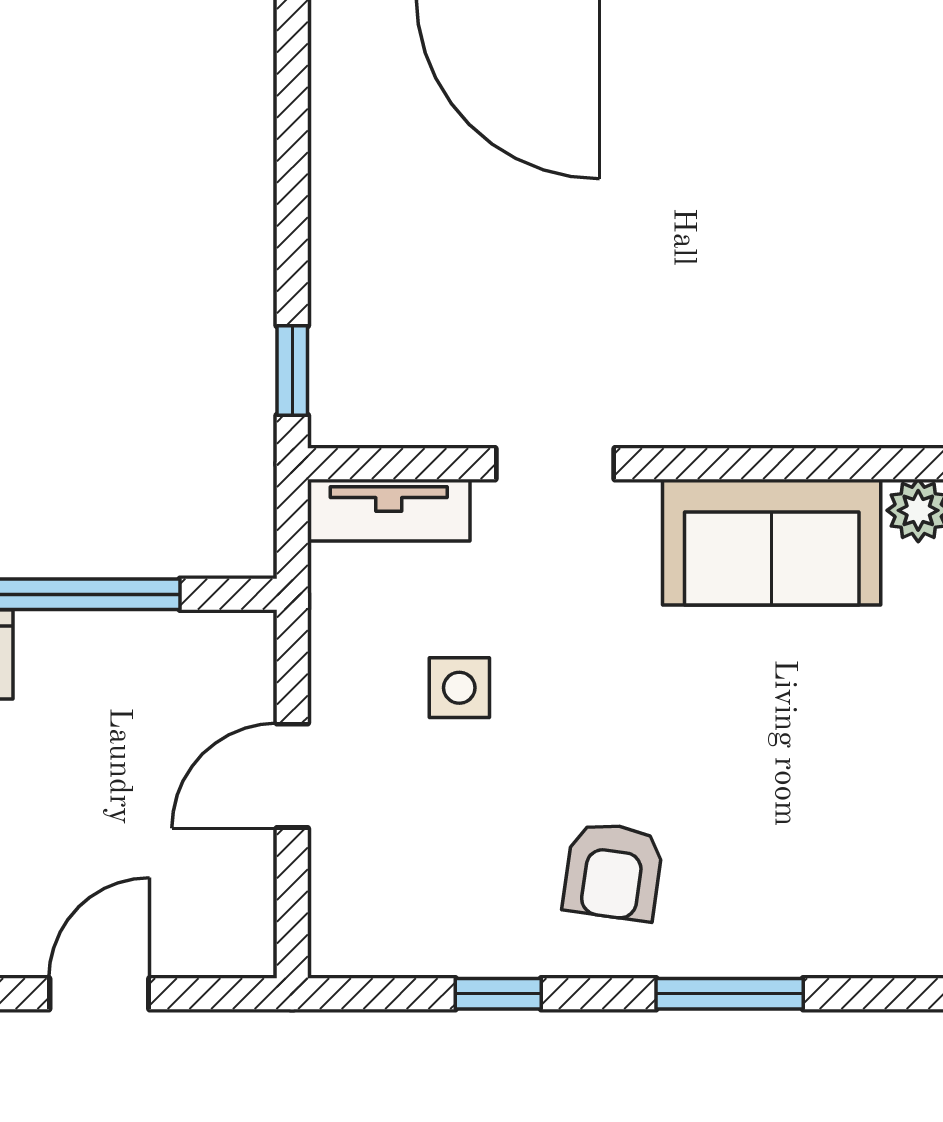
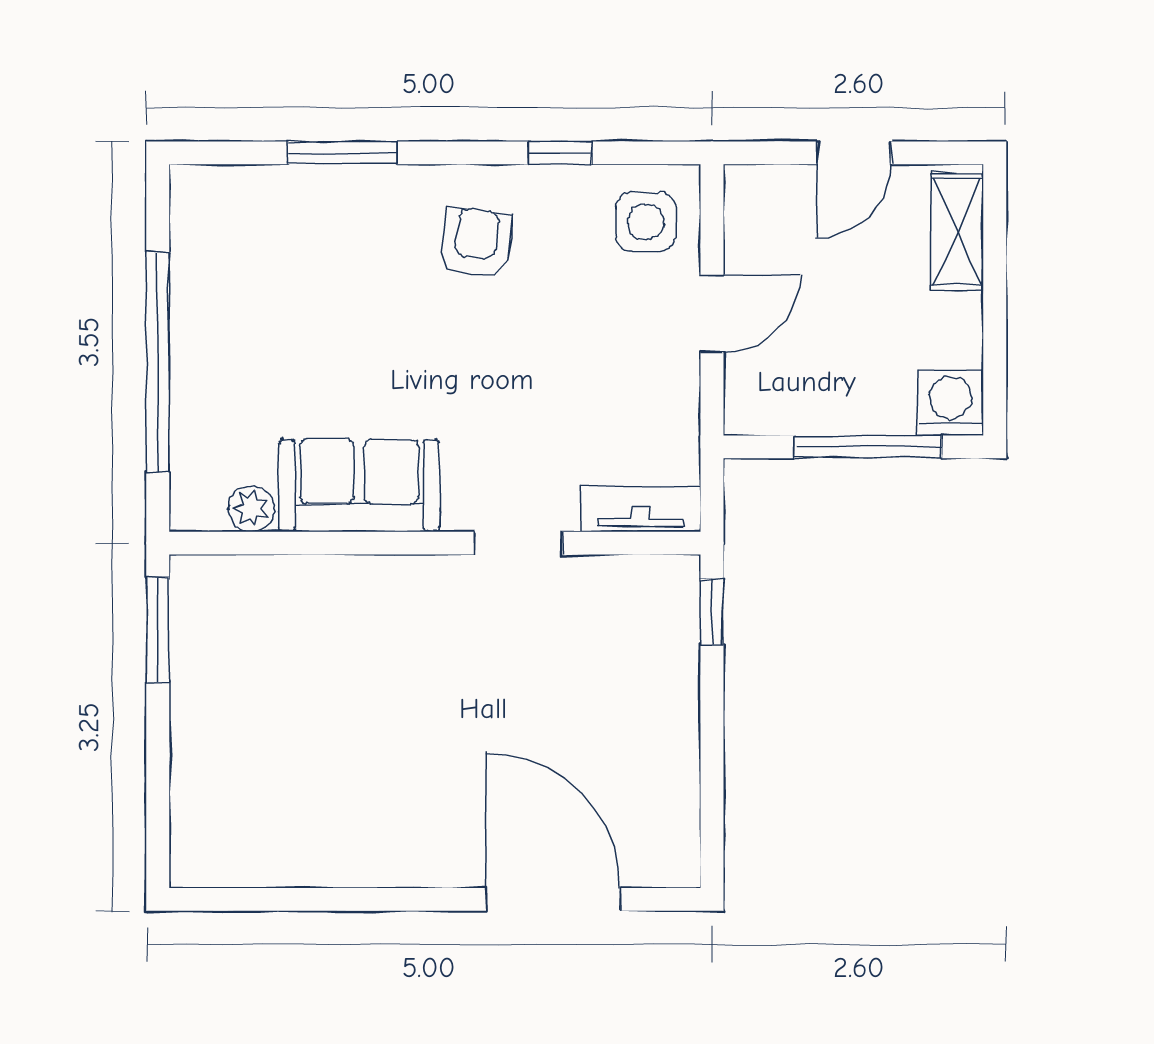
side table: (459, 688) -> (646, 222), moved, width x1.37, depth x1.37
window: (730, 994) -> (342, 153), moved

